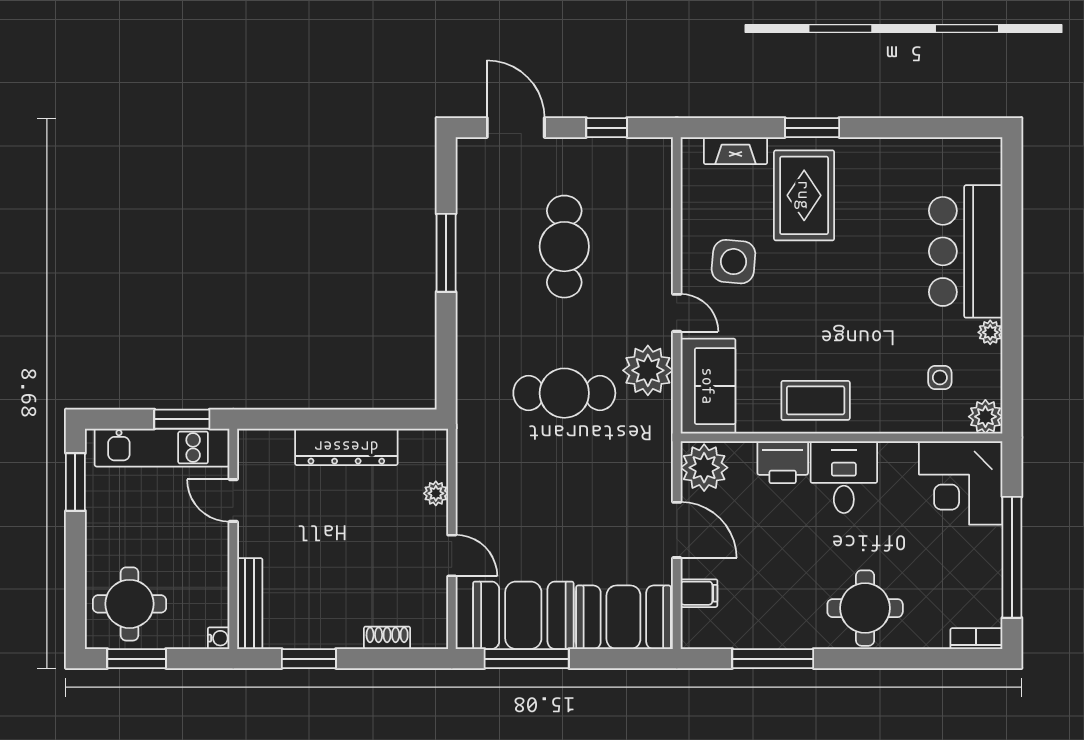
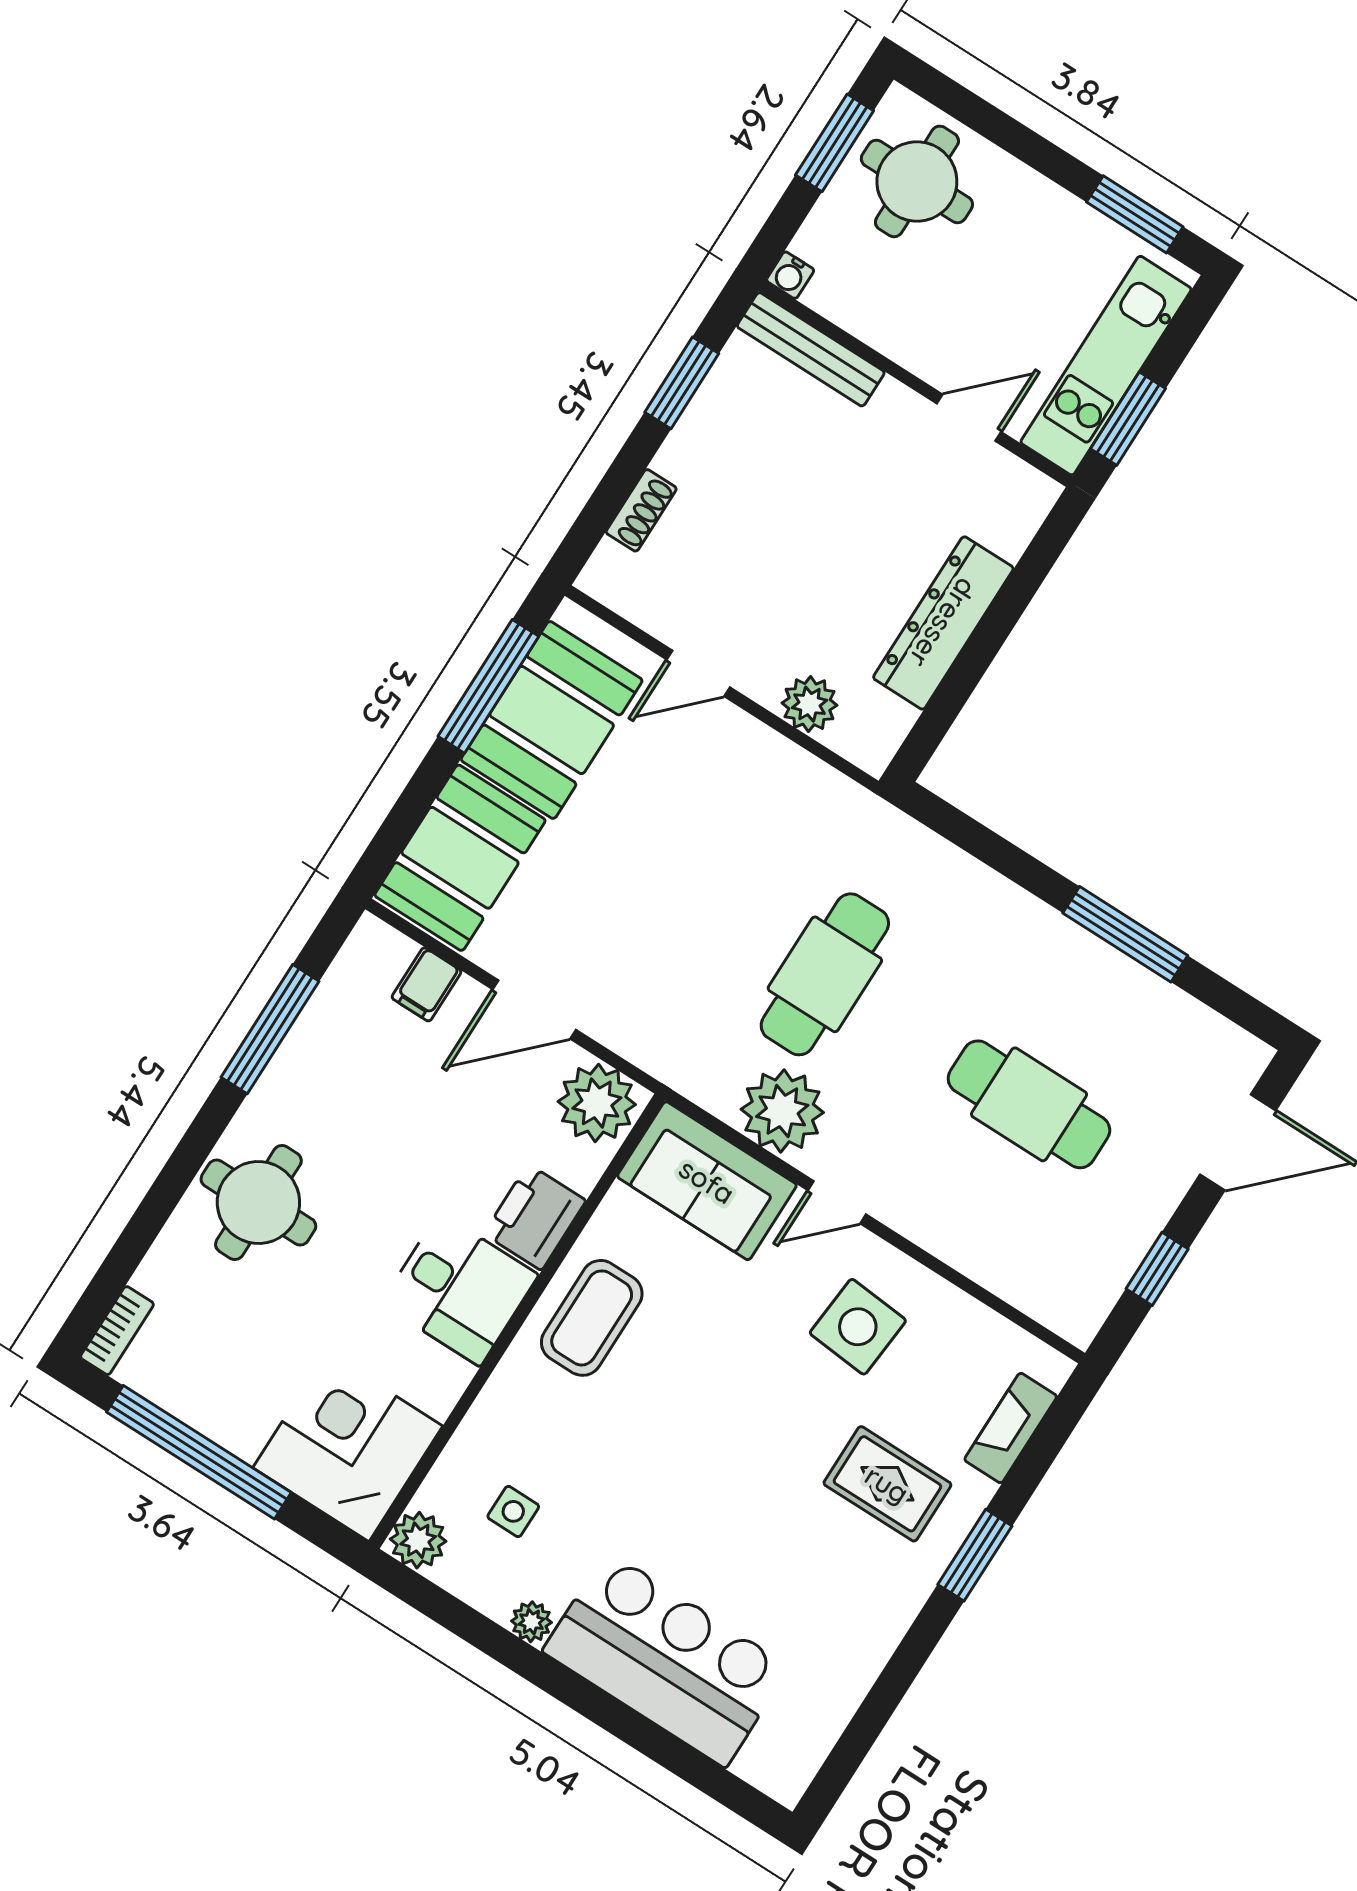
rug: (804, 195) -> (887, 1484), width x0.73, depth x0.70
plant: (436, 493) -> (810, 704), width x1.38, depth x1.38

